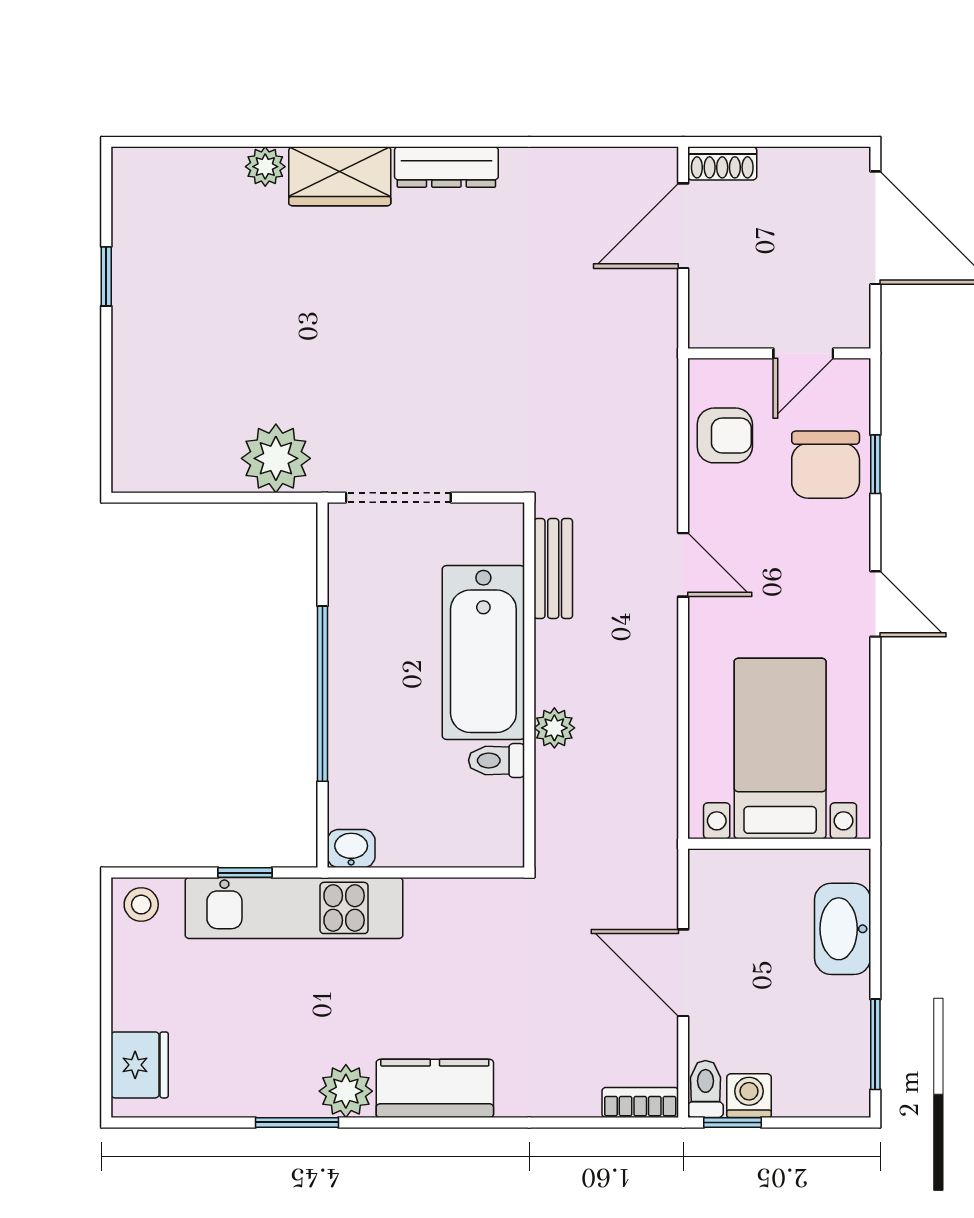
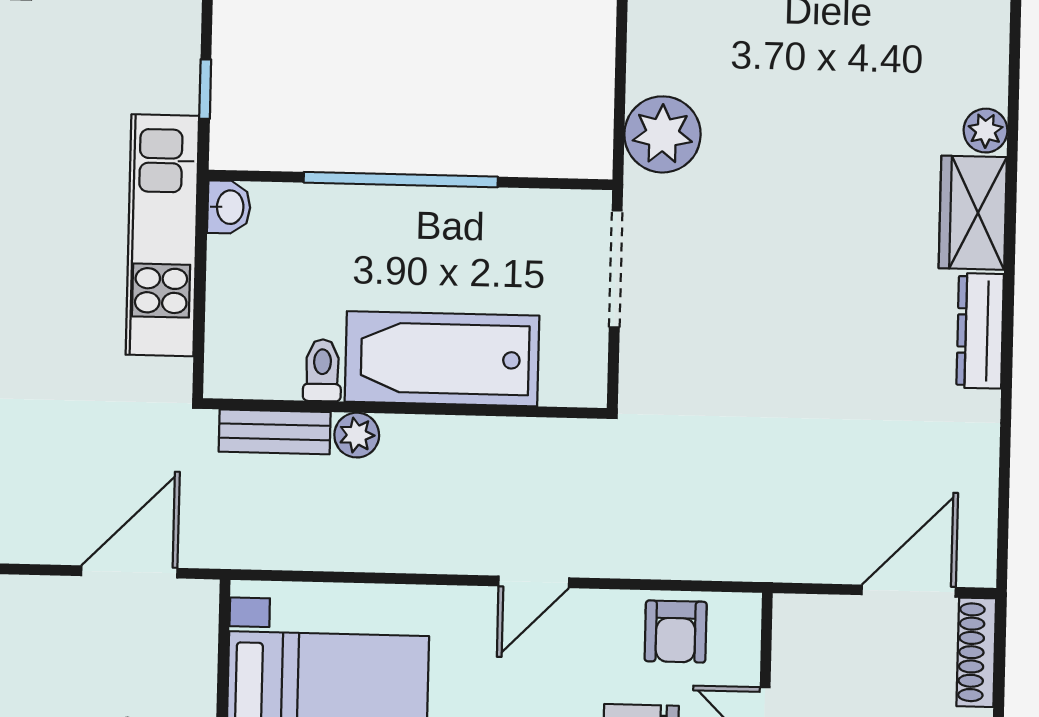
shoe rack: (722, 163) -> (976, 652), width x1.43
door: (683, 226) -> (909, 591), hinge flipped
bench: (553, 569) -> (275, 432), moved
kitchen unit: (294, 908) -> (162, 235), moved
door: (683, 973) -> (129, 572), moved

